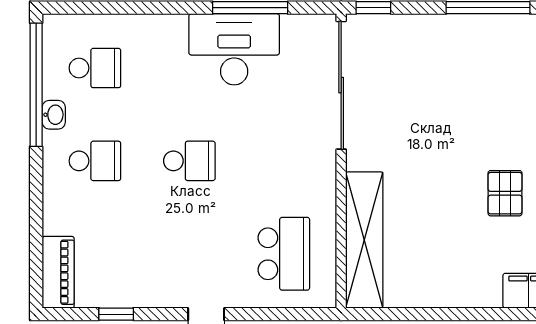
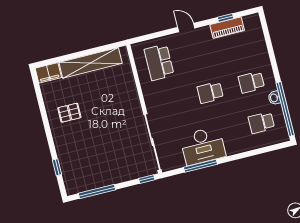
pallet: (505, 193) -> (69, 113), turned 90
shelving: (364, 240) -> (91, 63), moved, turned 90
piano: (58, 272) -> (227, 28), moved, turned -90

